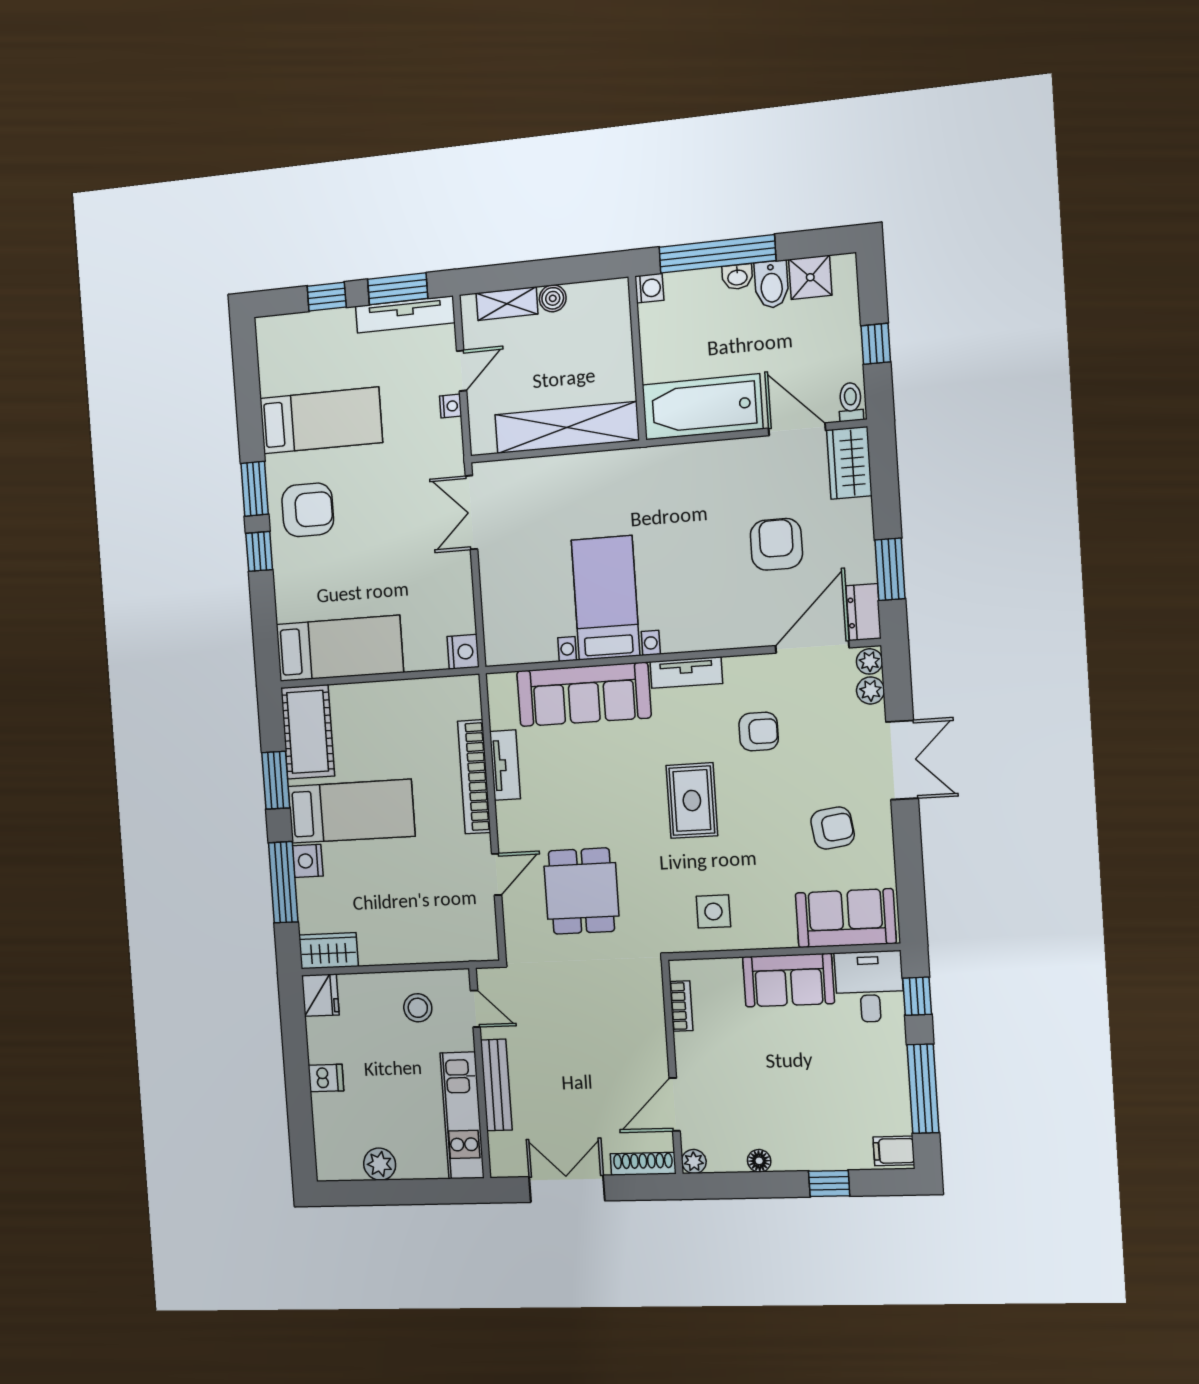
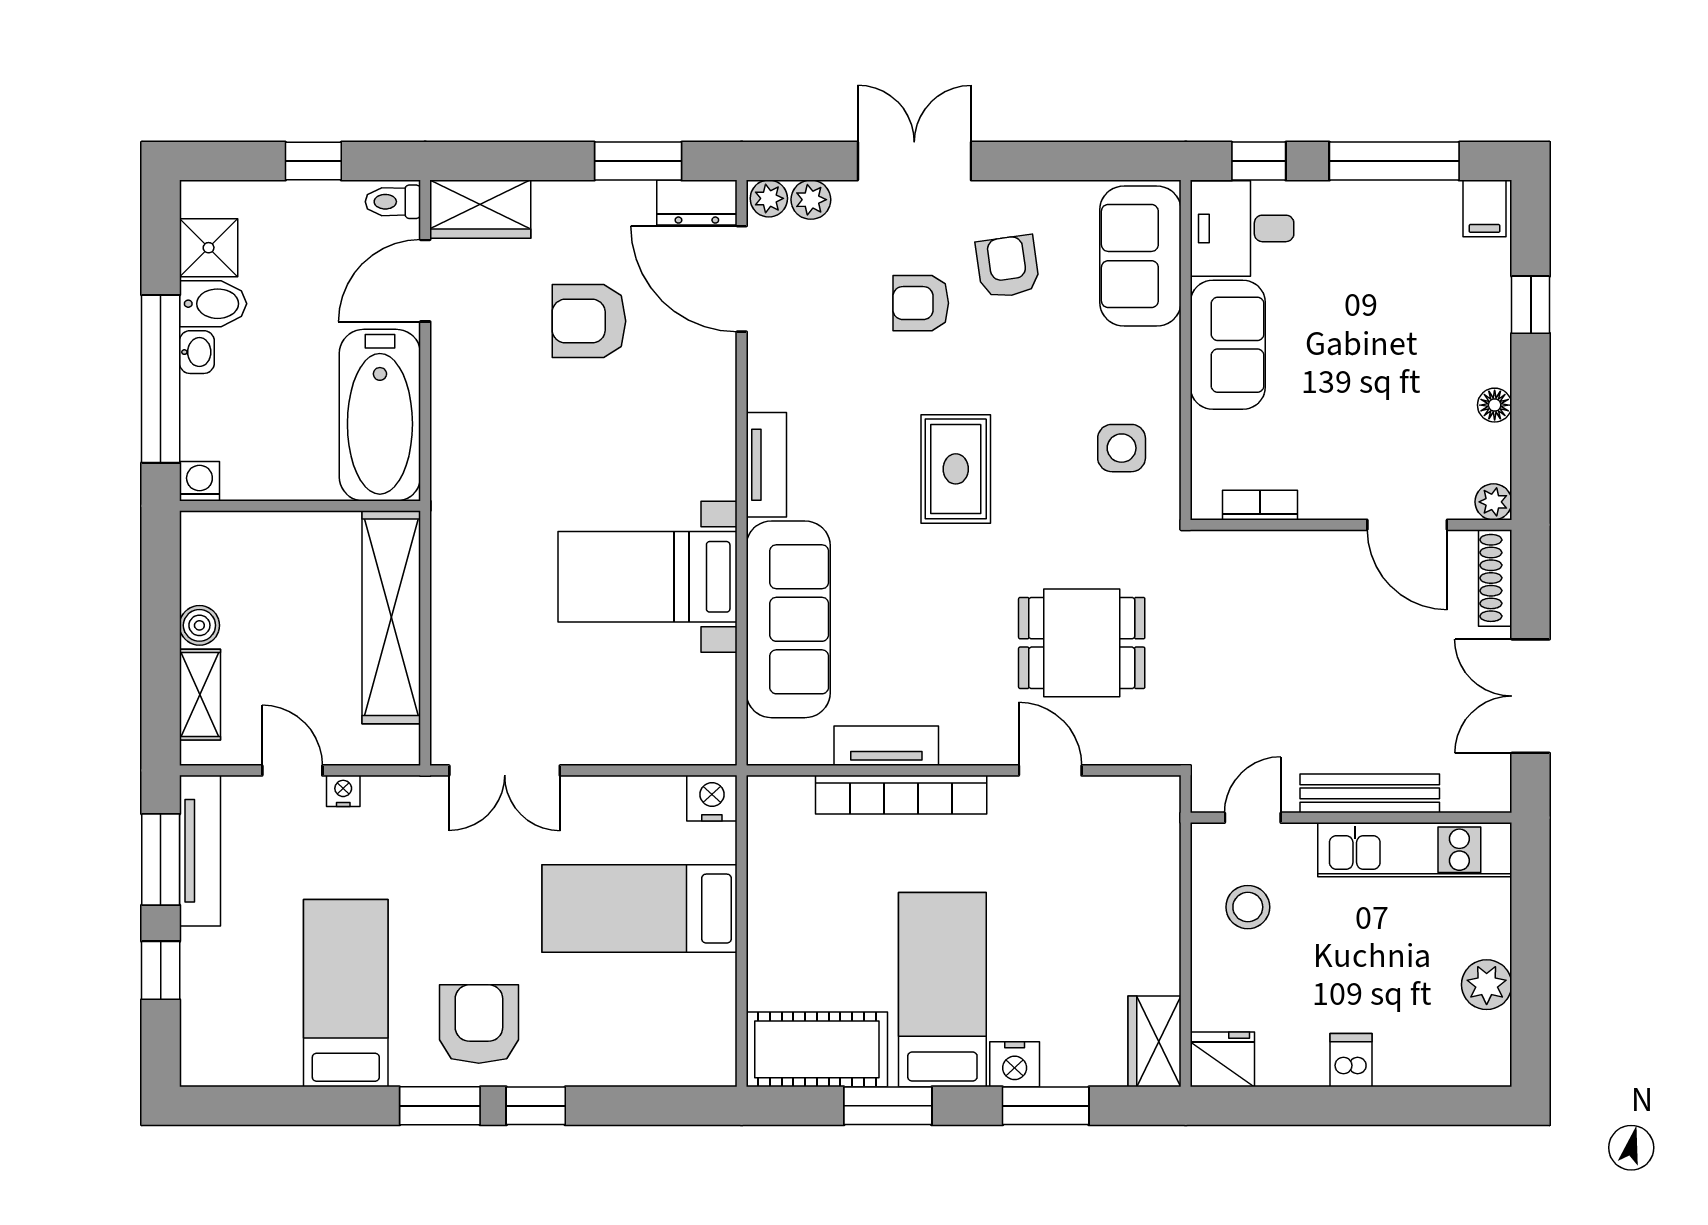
bed: (340, 648) -> (640, 909), moved, turned -90
armchair: (759, 732) -> (921, 303), moved, turned -90
rug: (692, 801) -> (956, 469), turned 90
window: (283, 882) -> (1046, 1106), width x0.69

